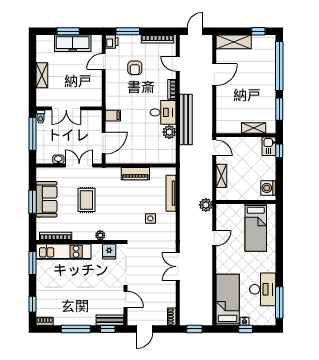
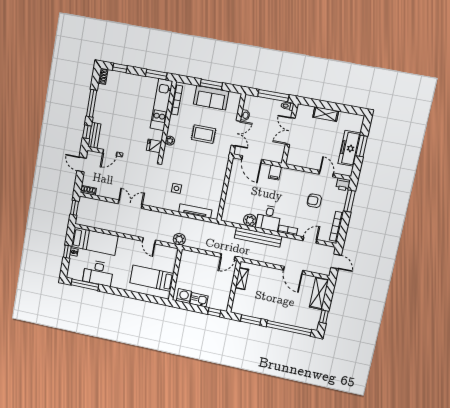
shelving: (254, 128) -> (242, 279), moved
kitchen sink: (269, 146) -> (199, 300), moved
piano: (135, 174) -> (219, 183), removed
shelving: (221, 176) -> (202, 258), removed

